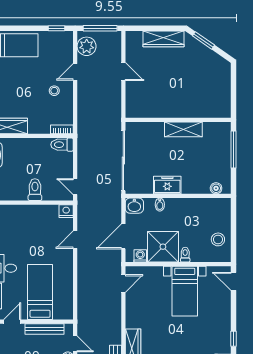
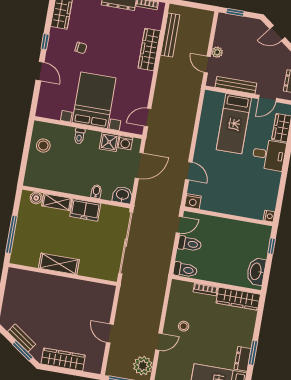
bench: (207, 52) -> (22, 338), added
bookcase: (62, 129) -> (205, 289), moved
door: (75, 187) -> (179, 225), hinge flipped
shelving: (196, 188) -> (57, 202), added
toilet: (35, 190) -> (190, 244), moved, turned -90
door: (75, 240) -> (189, 171), hinge flipped
shower: (163, 247) -> (109, 142), width x0.54, depth x0.54
door: (234, 281) -> (40, 71), moved
bed with nightstands: (185, 291) -> (94, 100), width x1.36
chair: (198, 339) -> (81, 48), added

